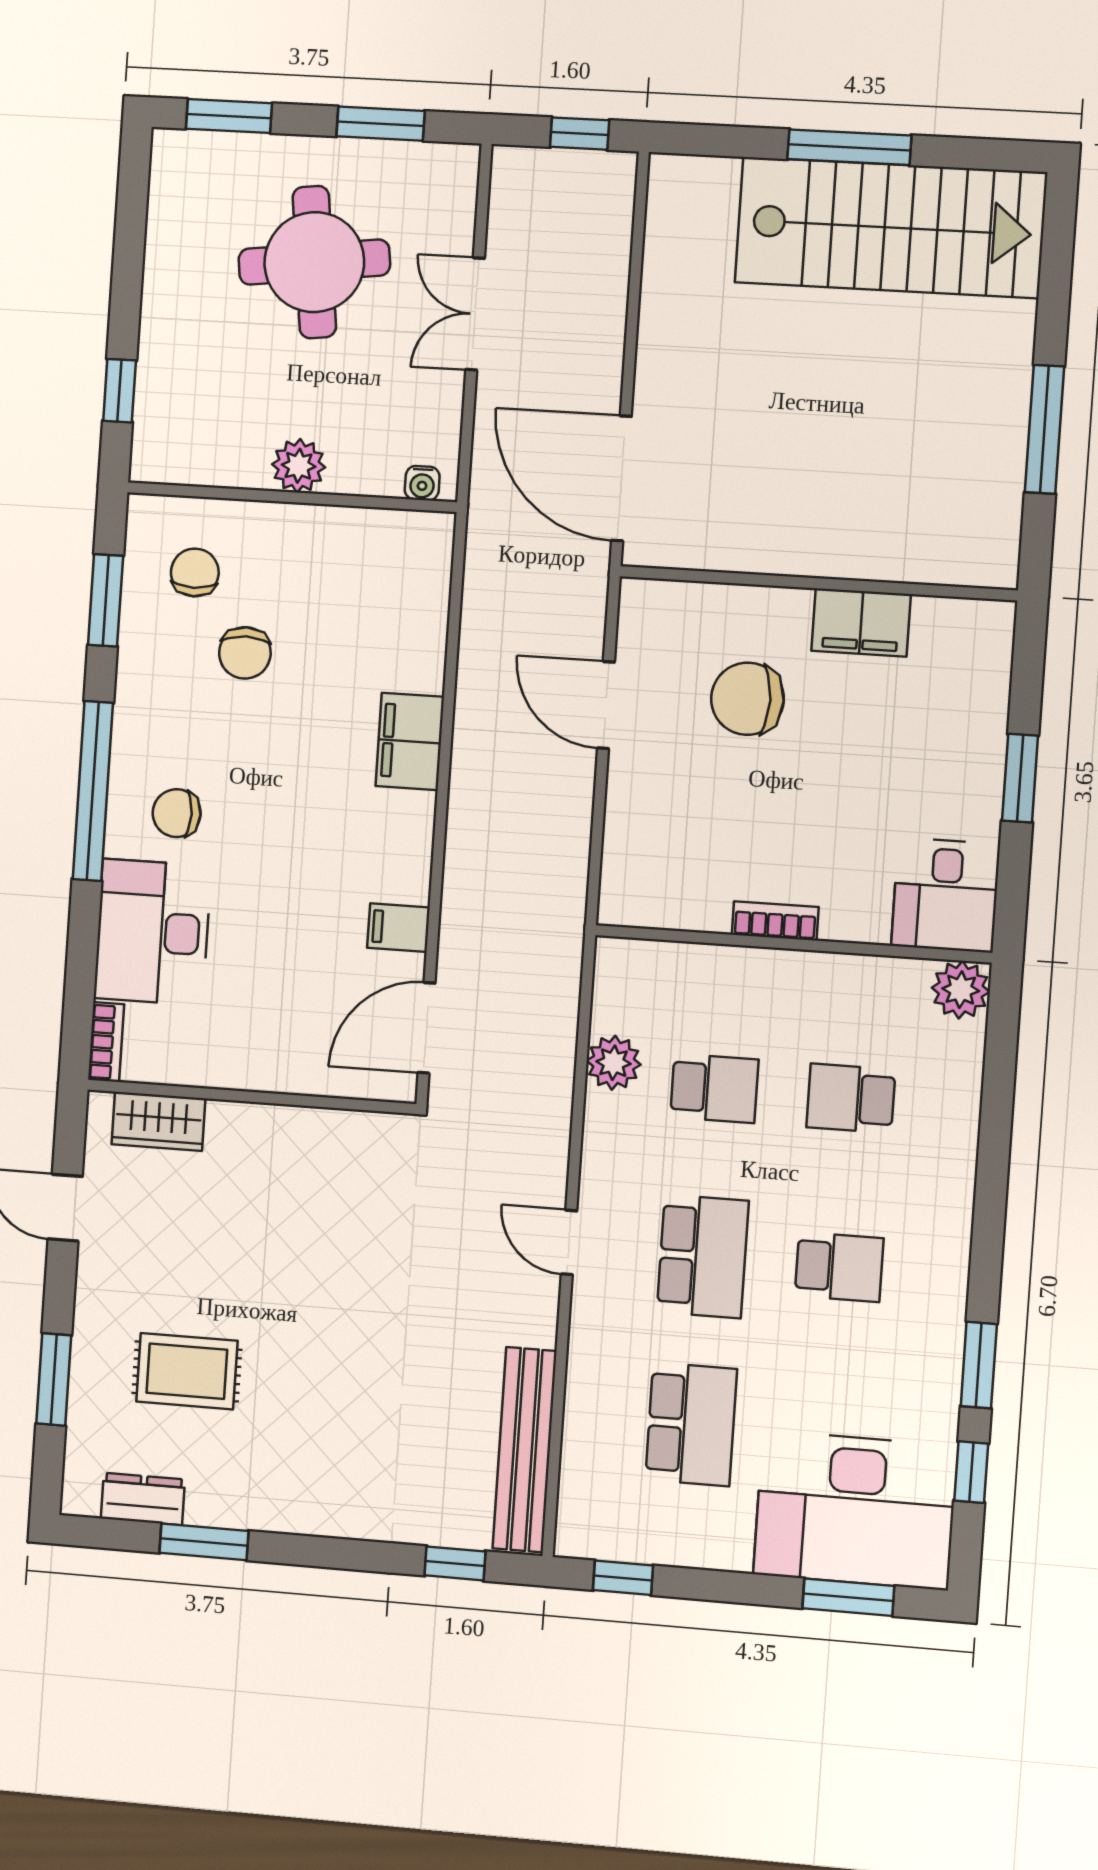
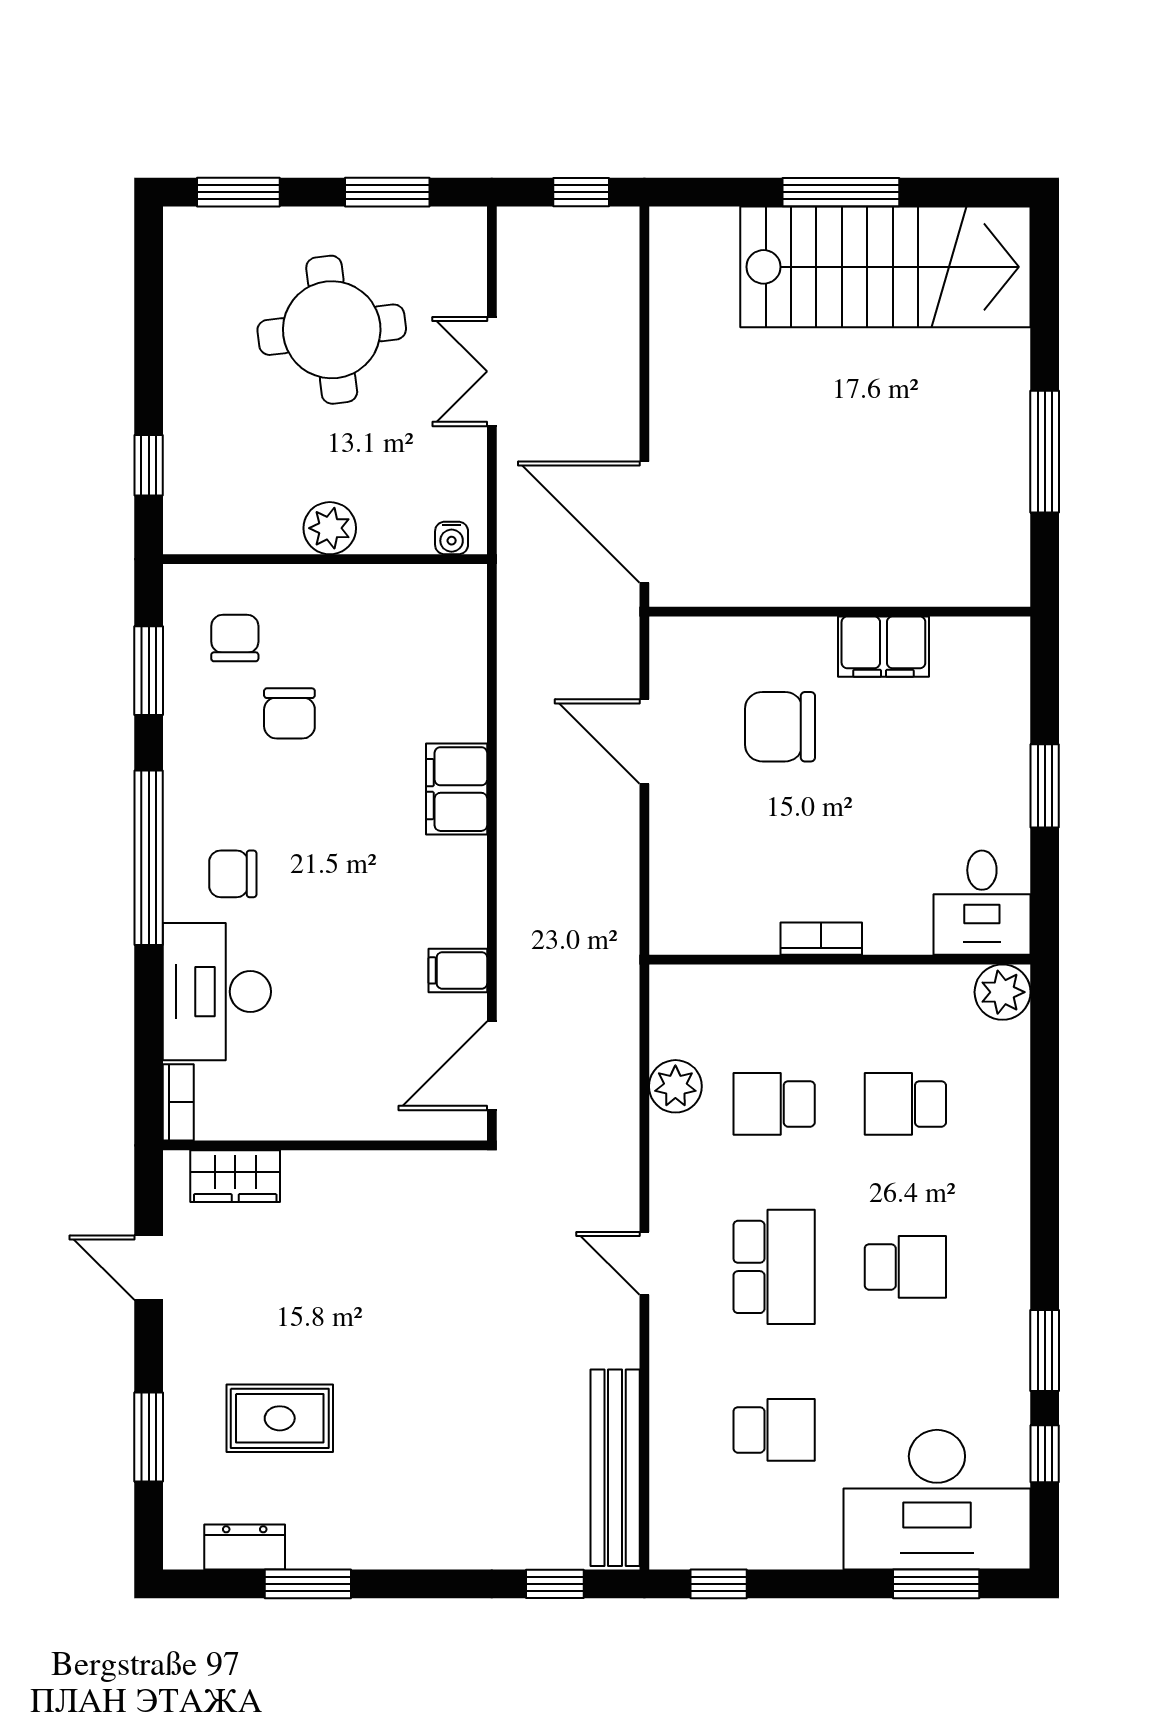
school desk: (714, 1088) -> (774, 1104), turned 180
school desk: (691, 1424) -> (774, 1430), width x0.54

